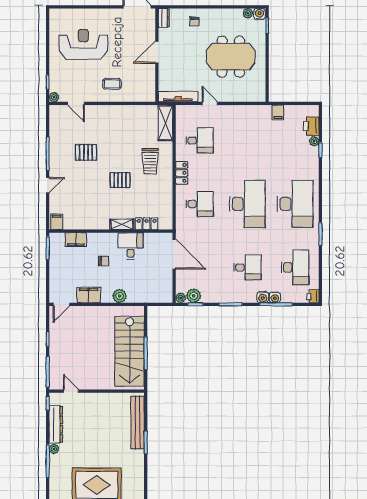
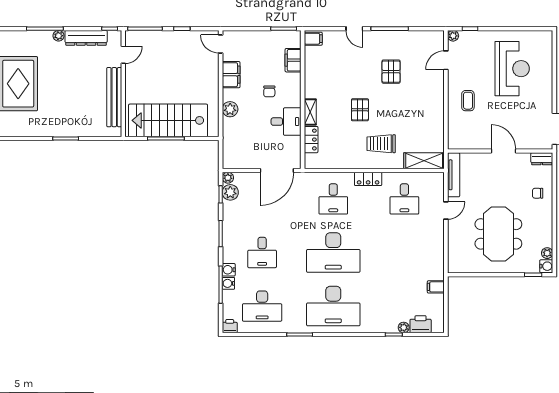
bench: (138, 423) -> (114, 97), moved, turned 90

